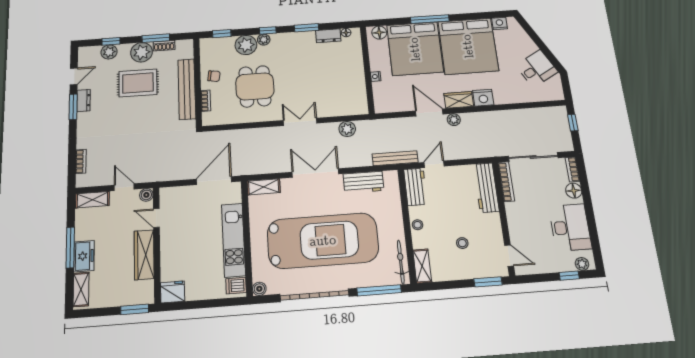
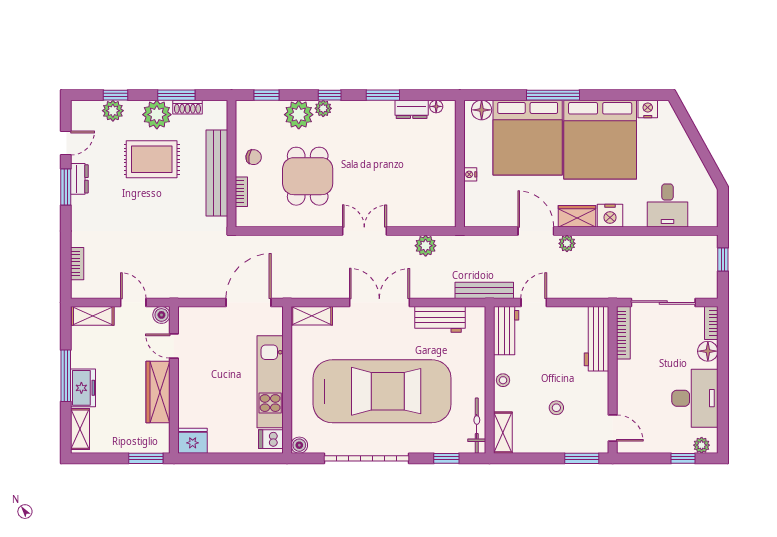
desk: (537, 69) -> (667, 205), moved, turned 119
window: (379, 290) -> (446, 458), width x0.46

